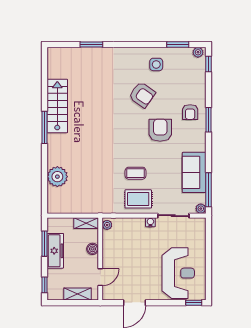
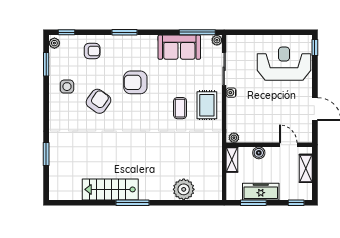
armchair: (190, 112) -> (92, 51), moved

